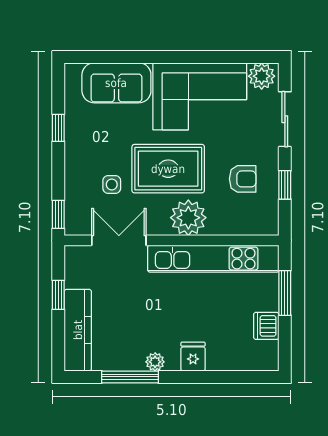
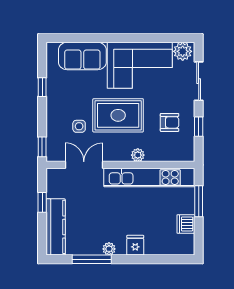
plant: (188, 218) -> (138, 155), width x0.53, depth x0.53

